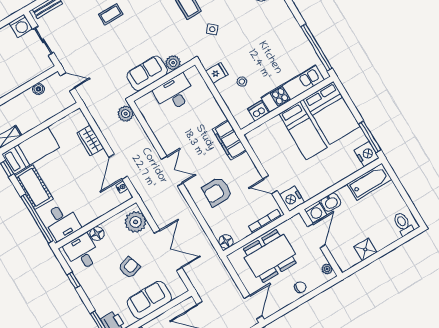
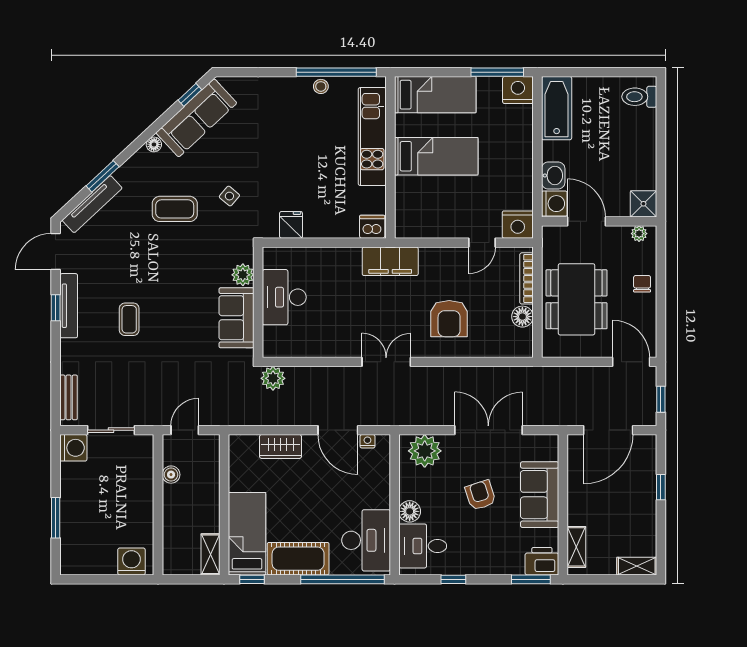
stool: (242, 82) -> (321, 86), moved
dishwasher: (258, 111) -> (372, 227), moved, turned 90
bed: (332, 113) -> (435, 95), width x0.67
desk: (62, 222) -> (366, 540), width x1.37
floor lamp: (226, 241) -> (522, 317), moved
shower: (365, 249) -> (643, 204), moved

